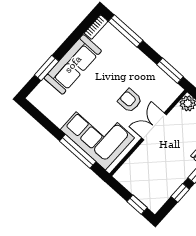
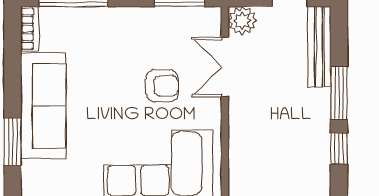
armchair: (130, 101) -> (162, 86), turned 180
double door: (154, 126) -> (225, 67), moved

